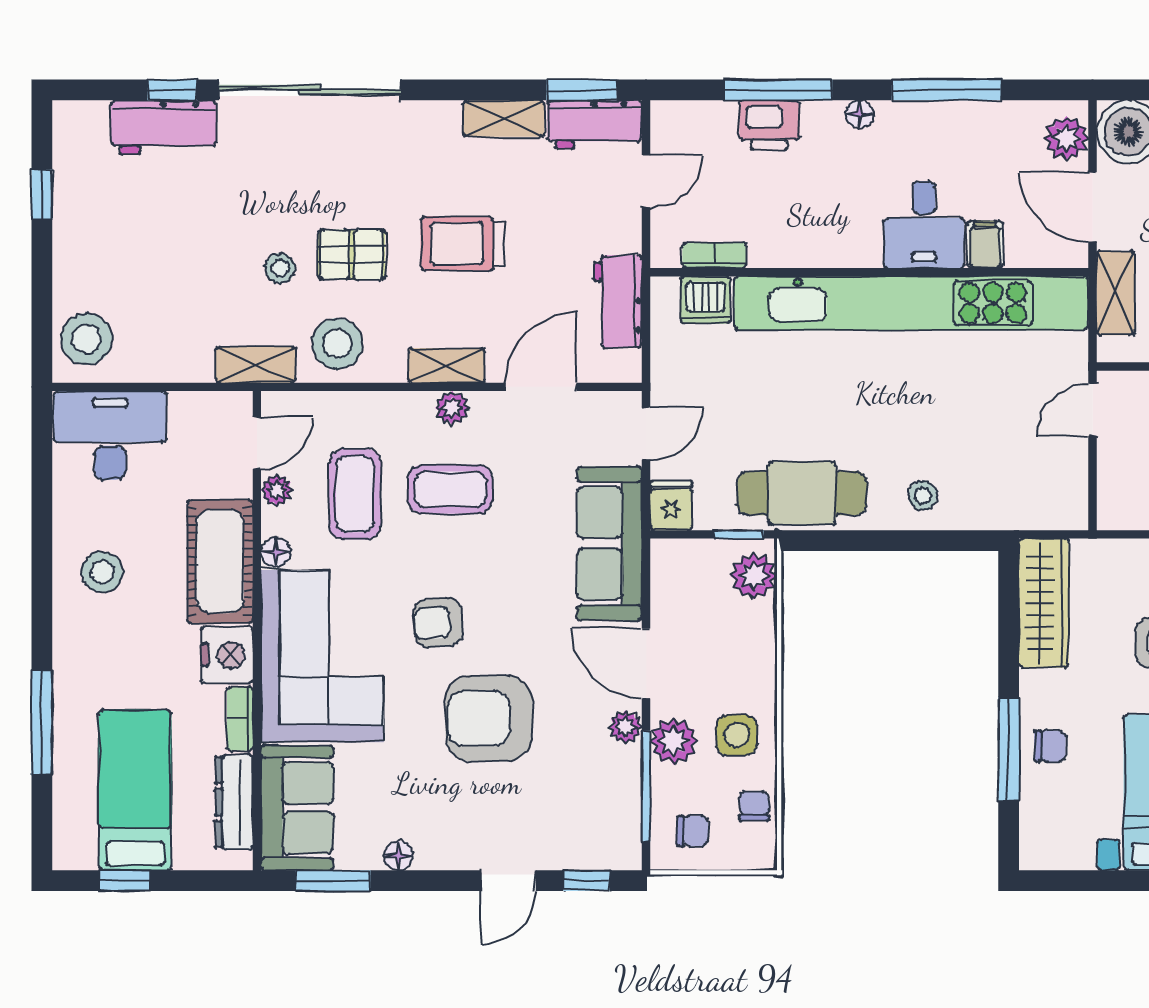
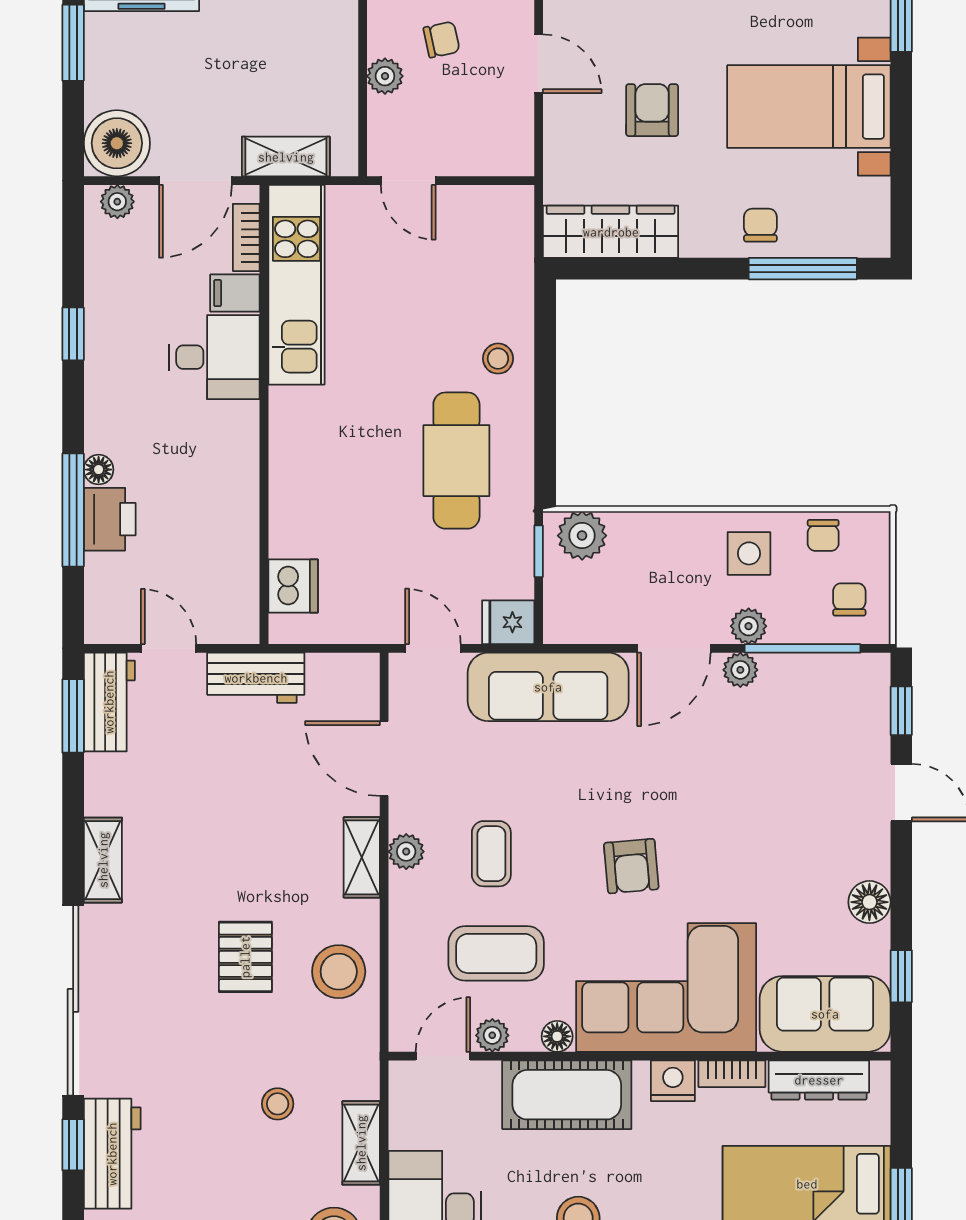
window: (946, 90) -> (73, 334), width x0.46
floor lamp: (860, 114) -> (99, 470), moved
shelving: (504, 118) -> (103, 860), moved
plant: (1066, 138) -> (117, 202), width x0.73, depth x0.73
trolley: (463, 243) -> (234, 840), removed
bookcase: (714, 255) -> (246, 237), moved
stool: (280, 268) -> (278, 1104), moved
workbench: (618, 302) -> (256, 678), moved
kitchen unit: (911, 303) -> (296, 285), width x0.54
shelving: (256, 365) -> (361, 1143), moved
door: (257, 443) -> (443, 1056), hinge flipped
coffee table: (450, 489) -> (491, 854), width x0.73, depth x0.77
cafe table: (802, 493) -> (456, 461), moved
nightstand: (227, 655) -> (673, 1081), width x0.74, depth x0.75
armchair: (489, 718) -> (731, 813), removed
plant: (674, 741) -> (749, 626), width x0.73, depth x0.73
window: (1009, 749) -> (803, 269), moved
chair: (754, 806) -> (823, 535), turned -90
floor lamp: (398, 856) -> (869, 902), width x1.37, depth x1.37
window: (333, 881) -> (901, 976), width x0.67

